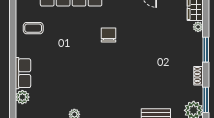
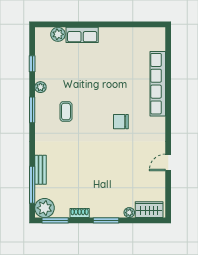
coffee table: (33, 28) -> (66, 112), moved
chair: (108, 35) -> (121, 122), turned 180

